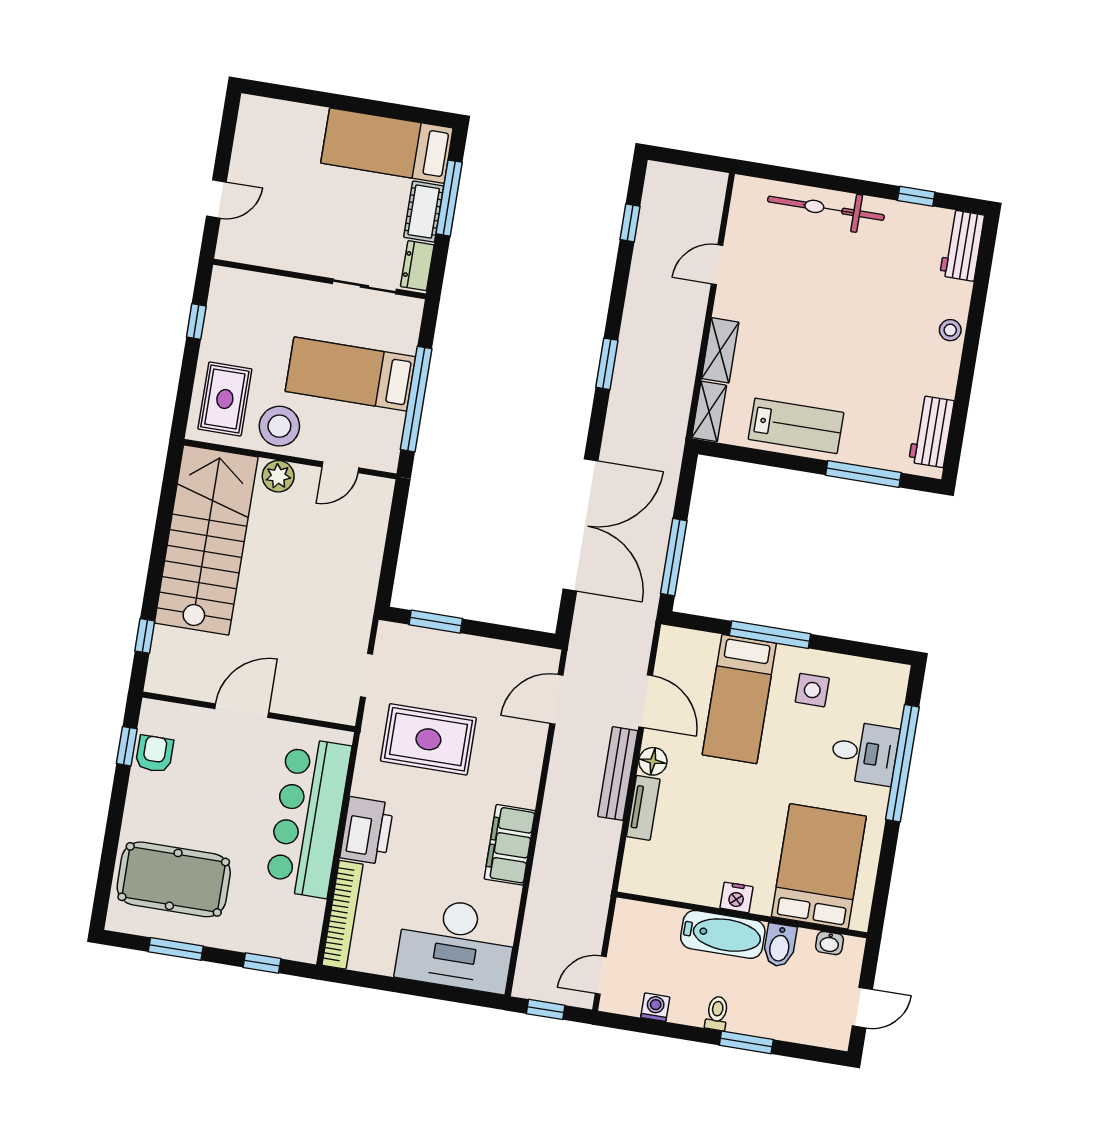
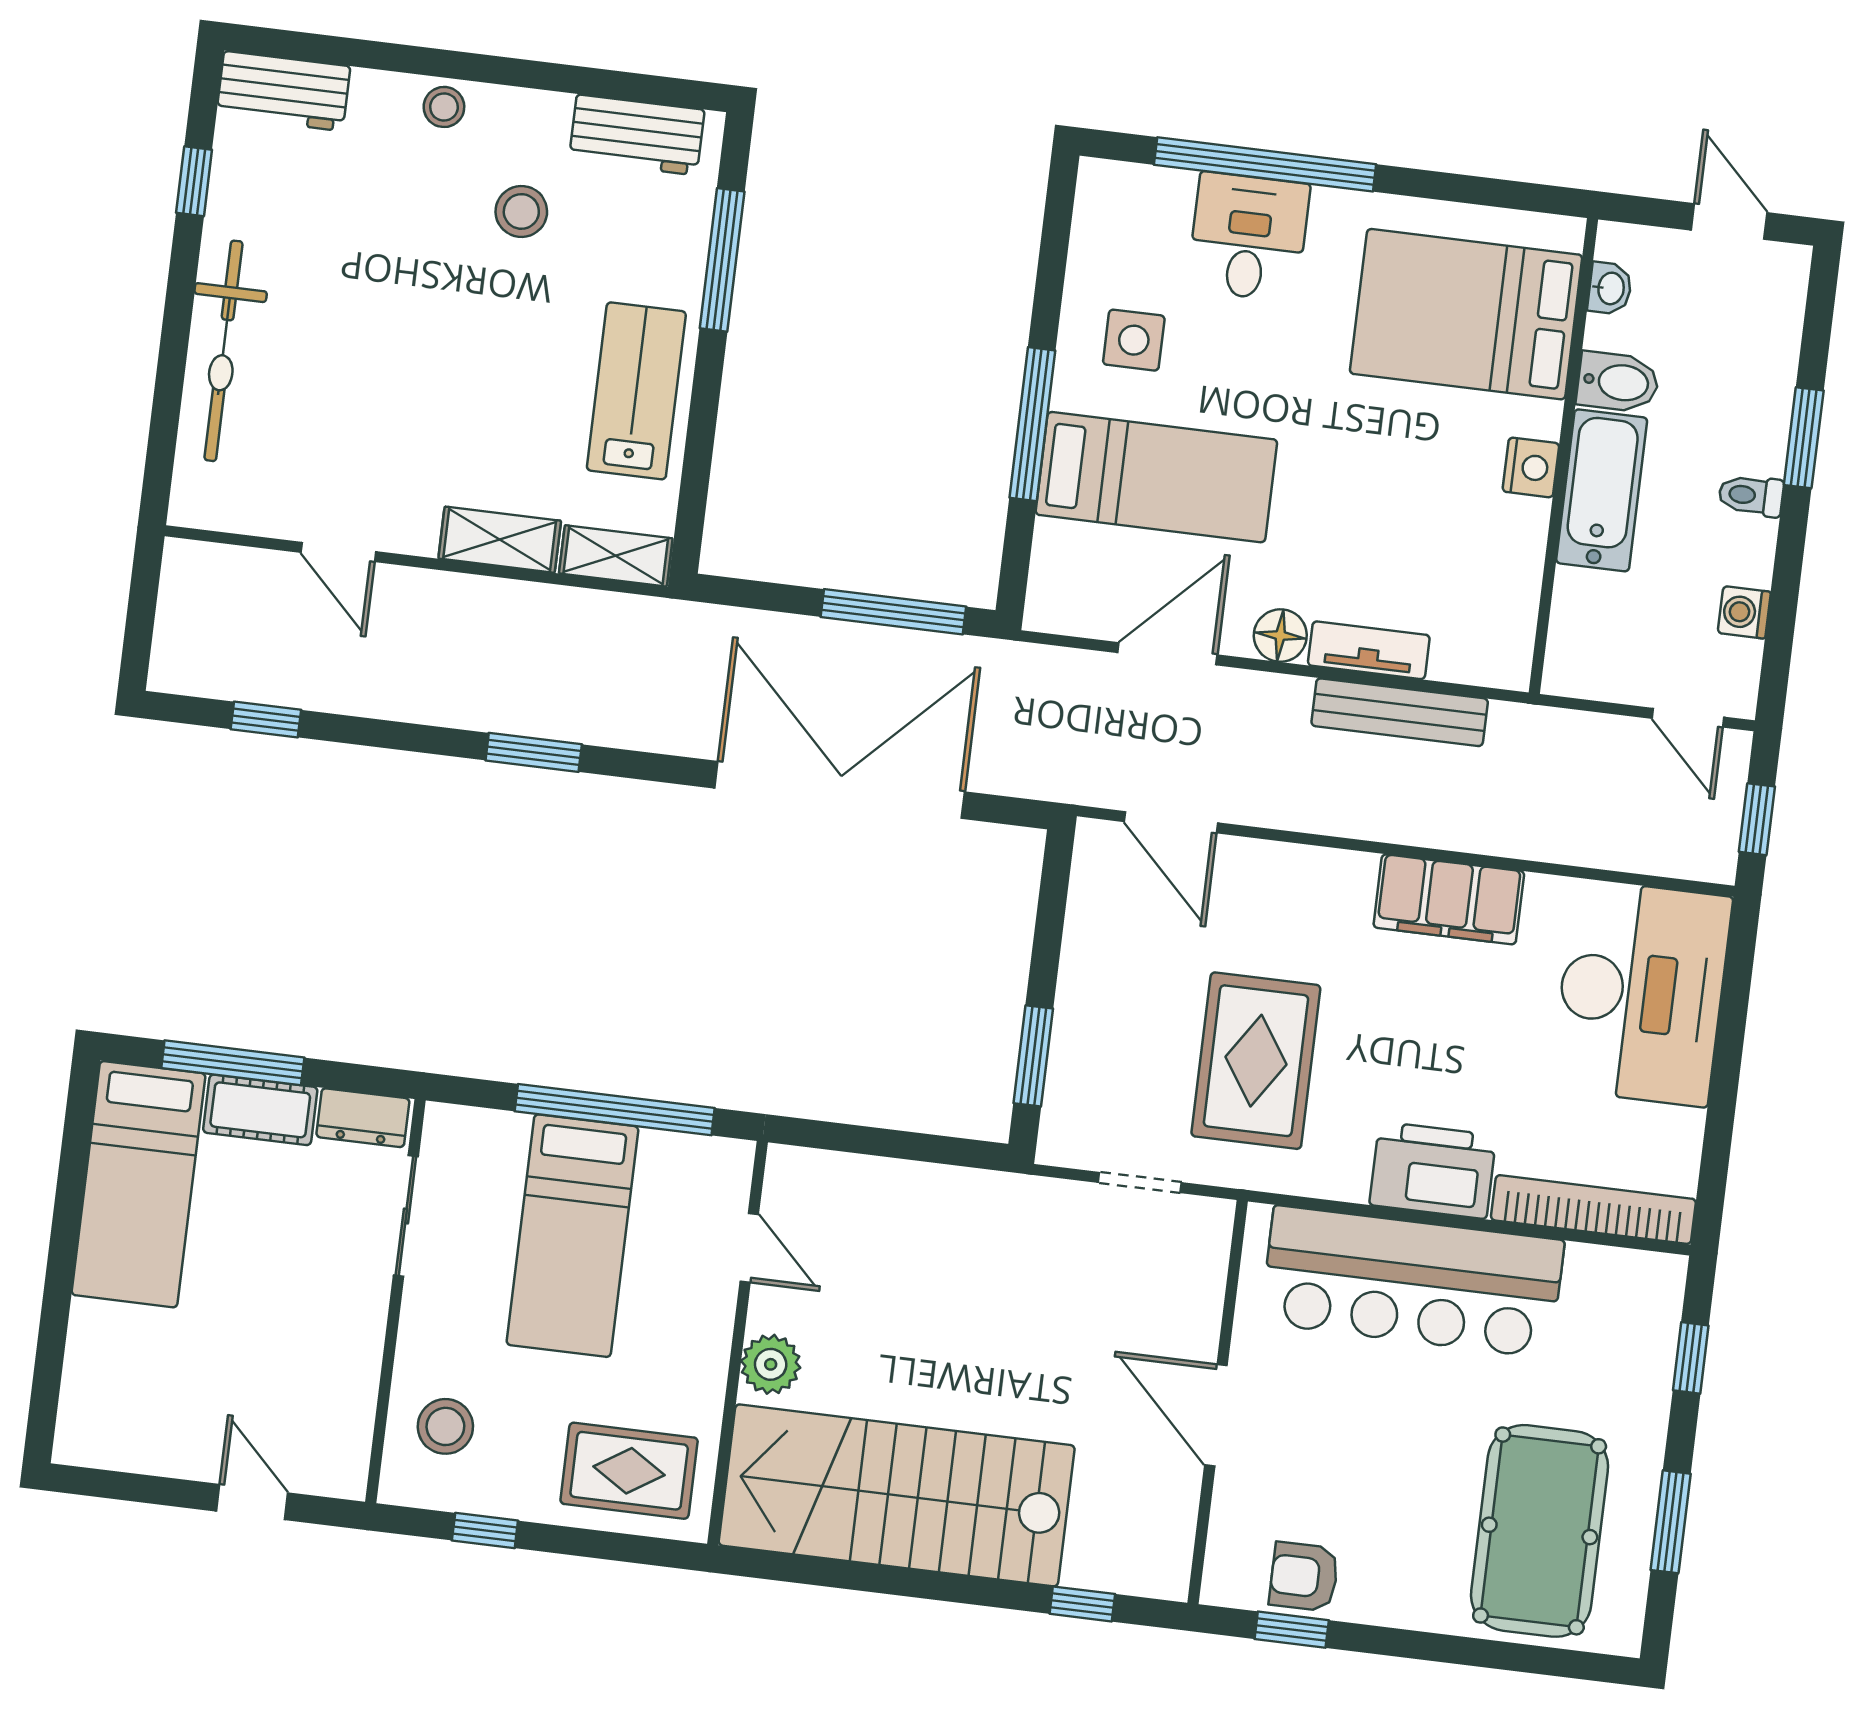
stool: (893, 369) -> (521, 211), added
stool: (279, 426) -> (445, 1426), moved, width x0.73, depth x0.73
bench: (618, 774) -> (1400, 712), moved

